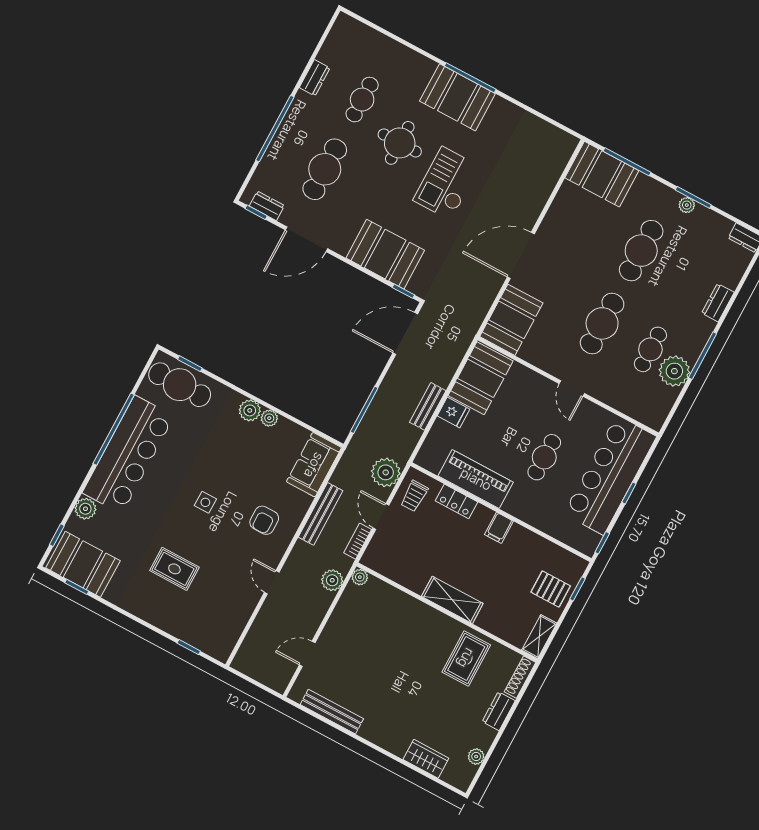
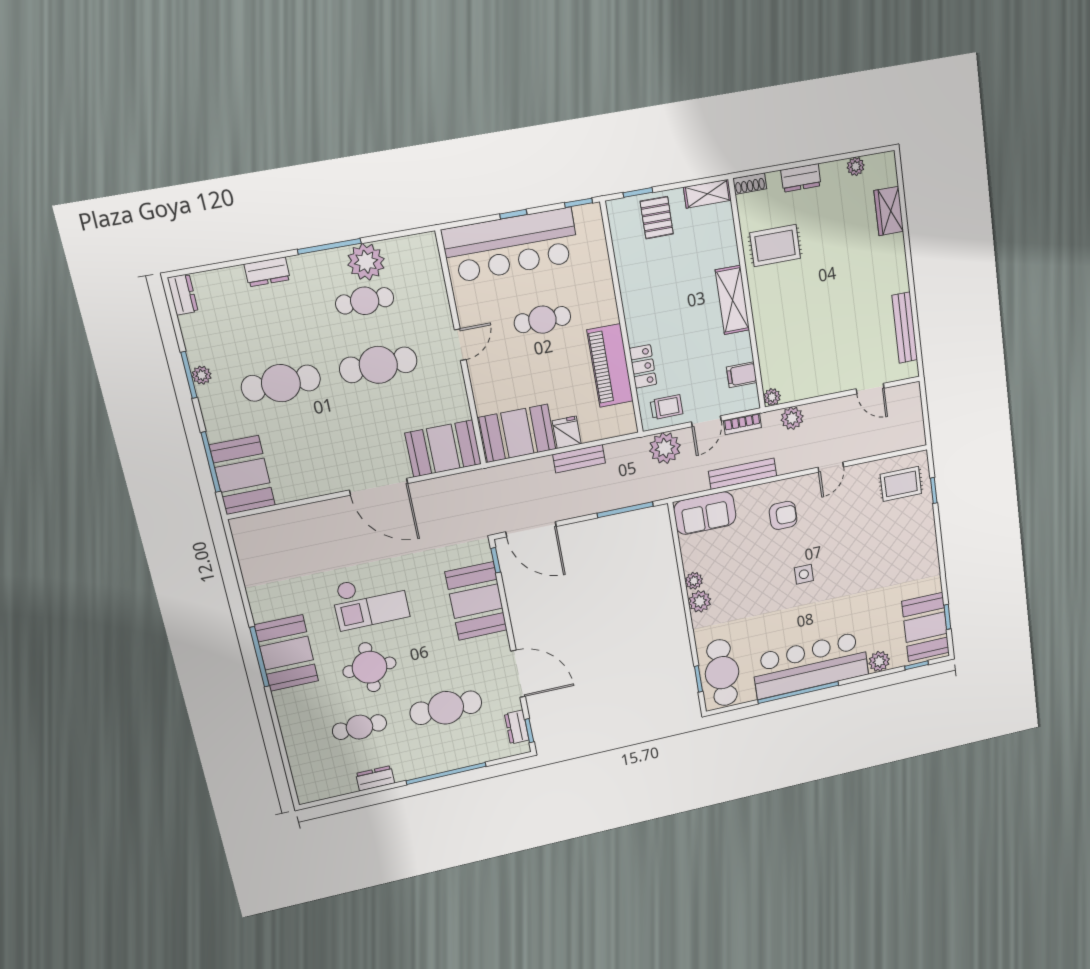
filing cabinet: (499, 528) -> (742, 375), moved, turned 180
rug: (174, 569) -> (901, 484), moved, turned 90
shoe rack: (520, 677) -> (750, 184), width x0.70

